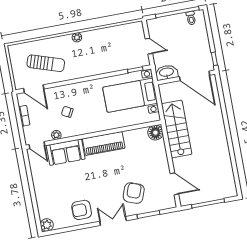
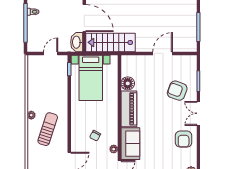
sun lounger: (46, 63) -> (48, 129), moved
door: (195, 76) -> (84, 18), hinge flipped
stairs: (177, 129) -> (110, 42), moved
floor lamp: (155, 133) -> (128, 83), moved
door: (174, 184) -> (163, 53), moved

